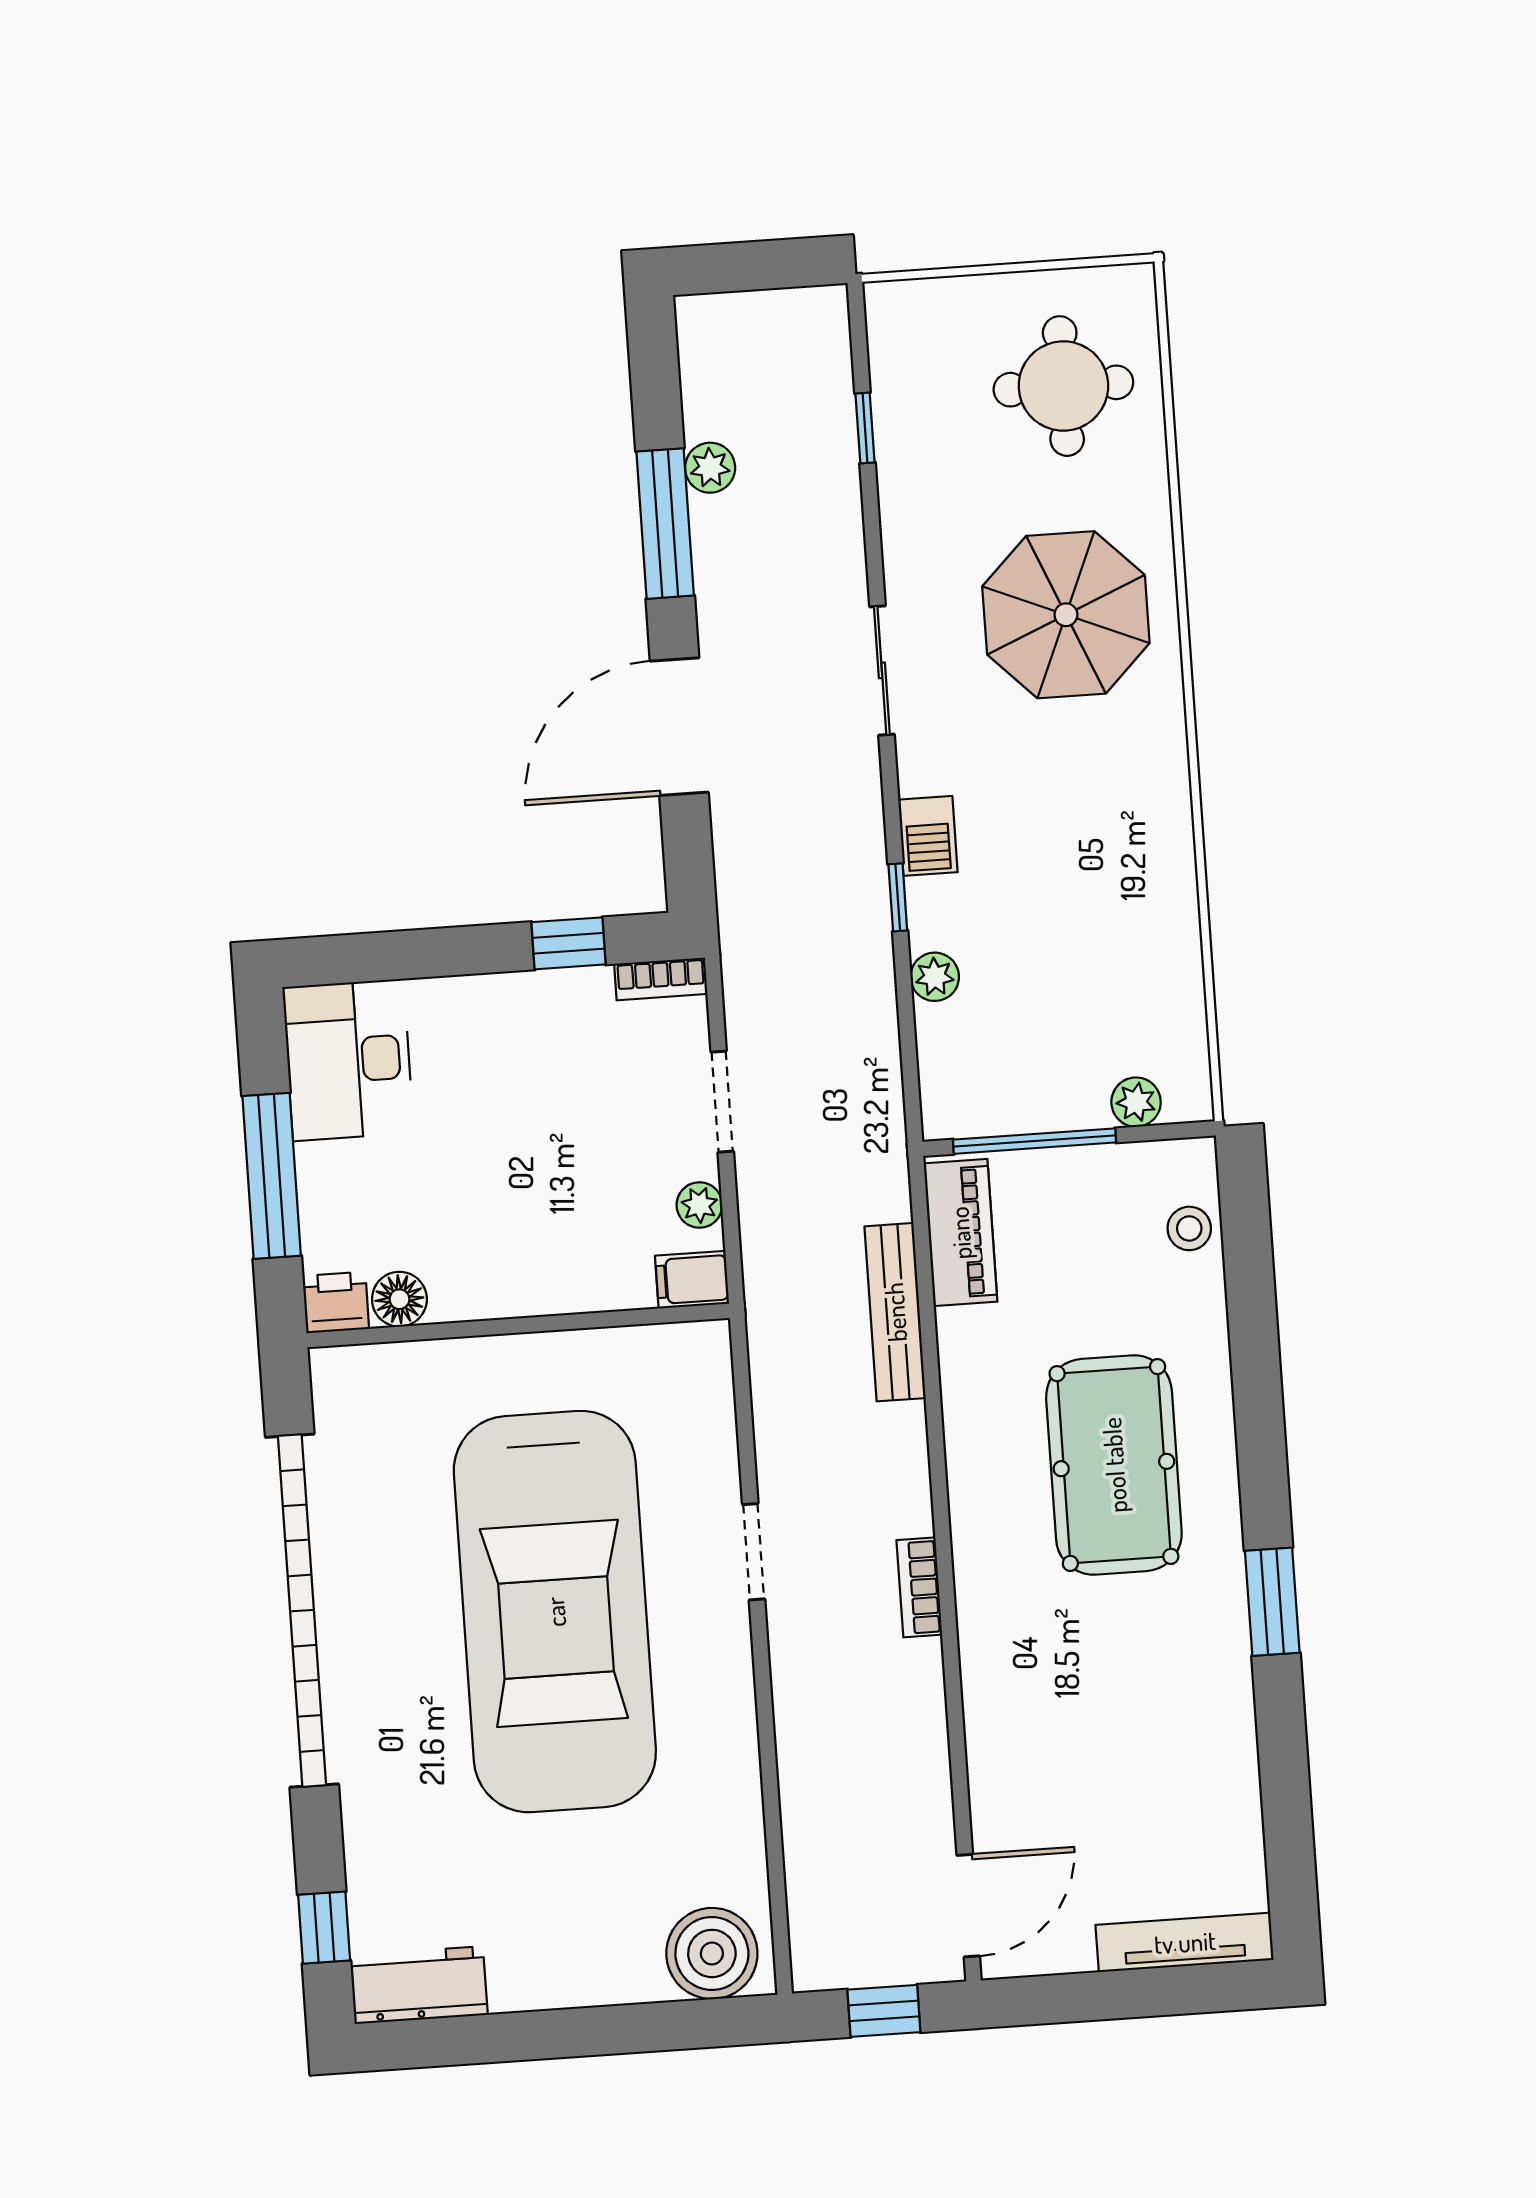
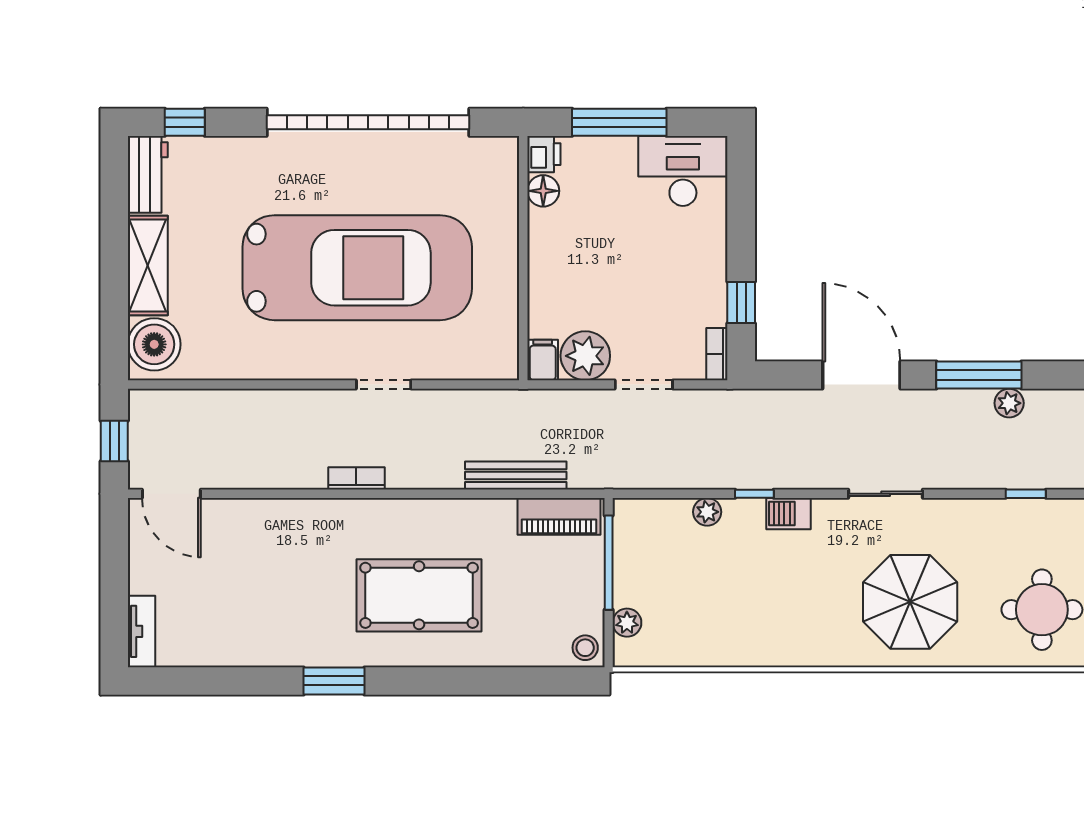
plant: (699, 1205) -> (585, 356), width x1.87, depth x1.87
stool: (1189, 1228) -> (585, 648), moved
car: (555, 1612) -> (357, 268), turned 180
tv unit: (1185, 1942) -> (142, 631), width x0.71
shelving: (576, 1974) -> (148, 265), added

